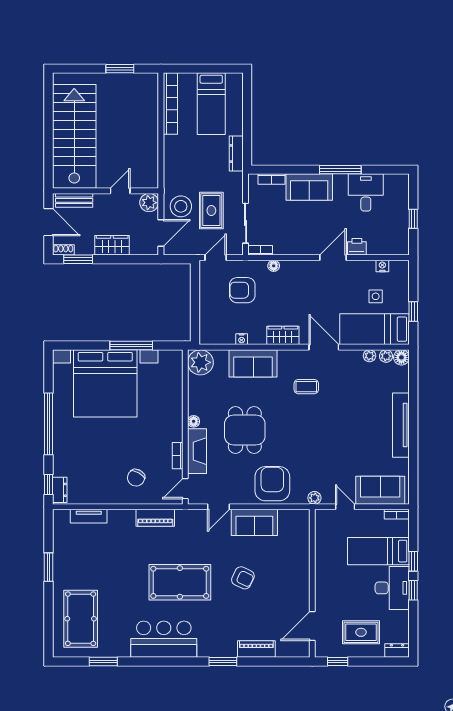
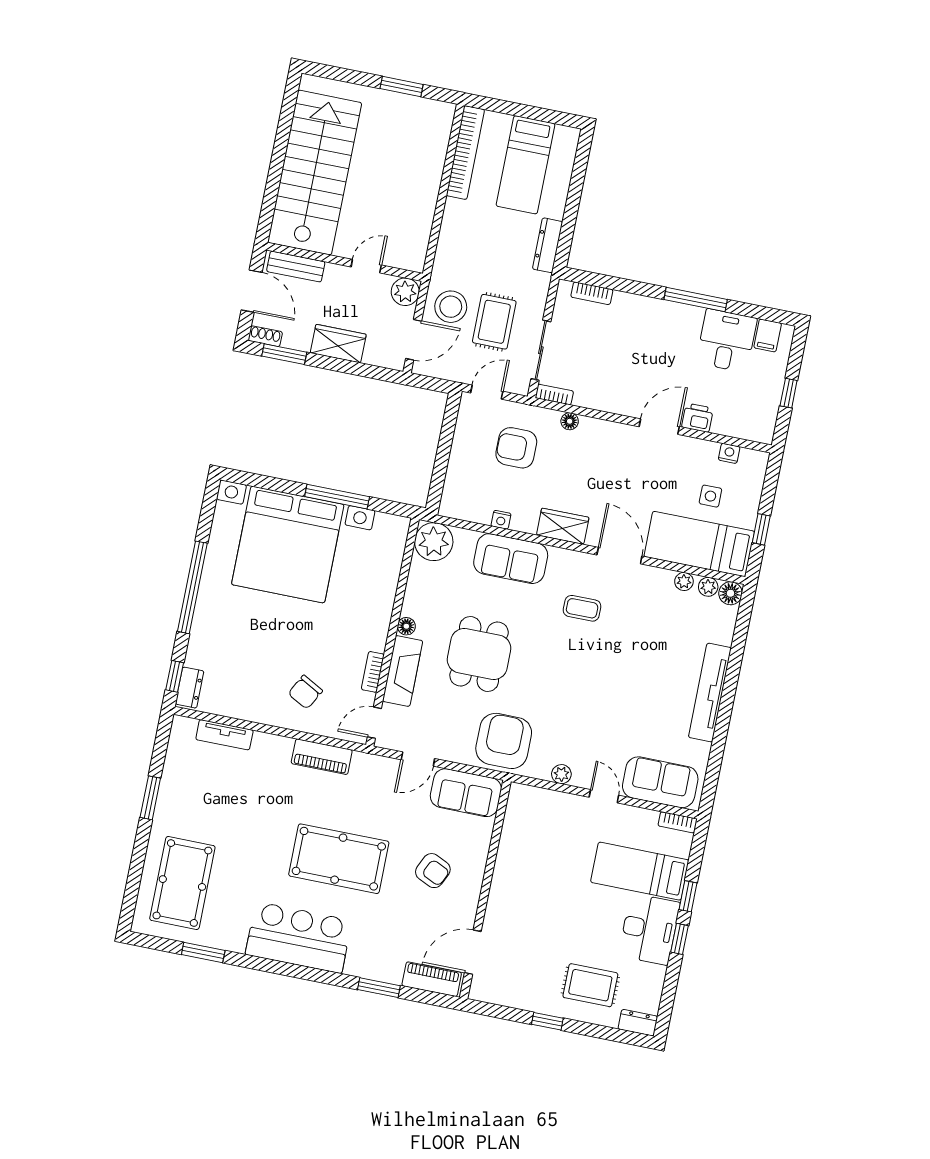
filing cabinet: (392, 184) -> (768, 335), added
sofa: (309, 187) -> (645, 316), removed
wall: (312, 583) -> (485, 889), moved
door: (312, 626) -> (473, 952), moved

